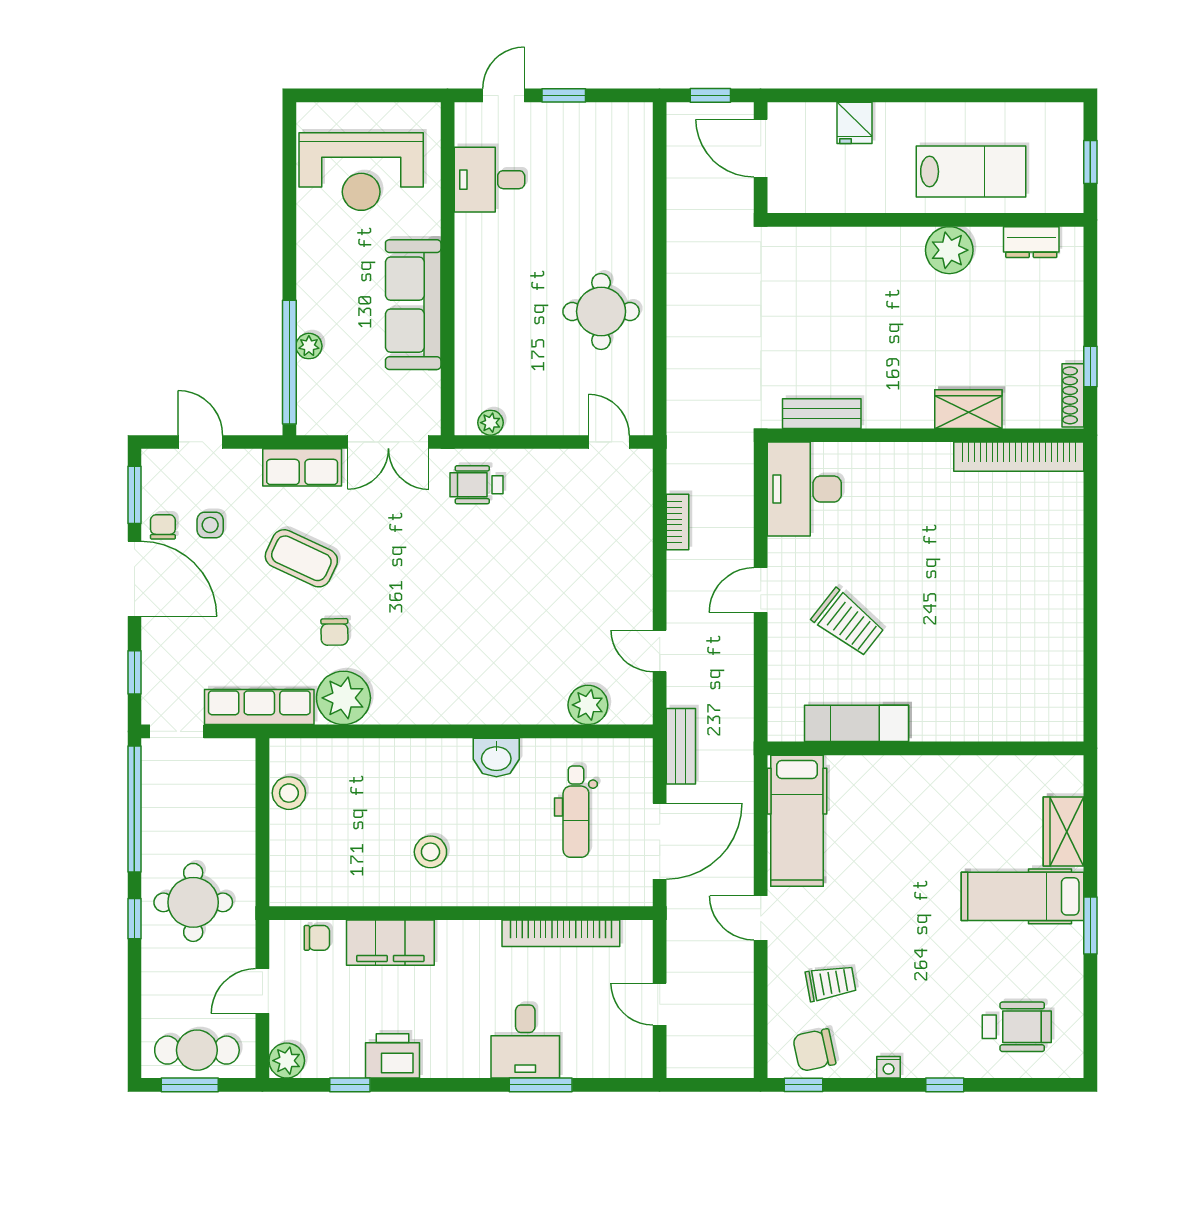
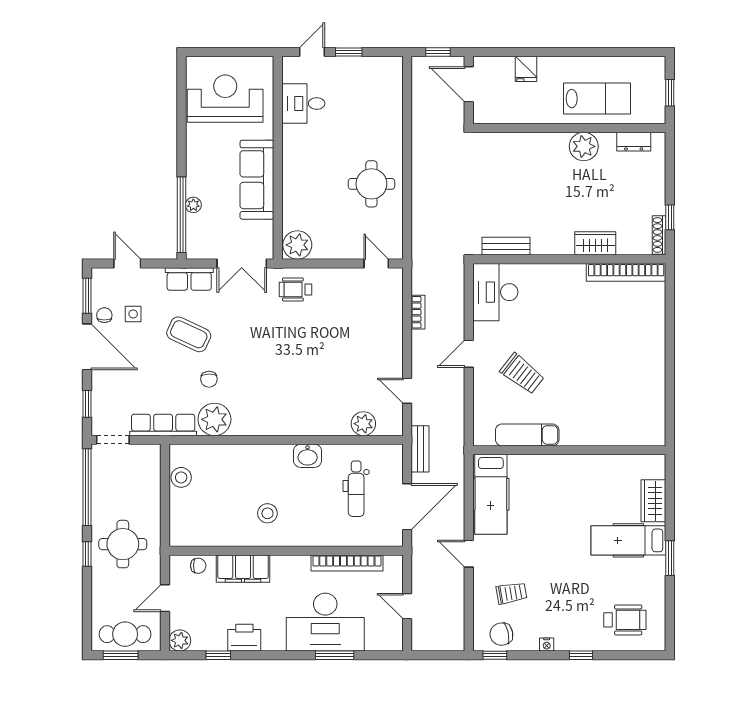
reception desk: (361, 172) -> (225, 99), turned 180
plant: (491, 423) -> (297, 245), width x1.87, depth x1.87
desk: (525, 1041) -> (325, 622), width x1.87, depth x1.30

